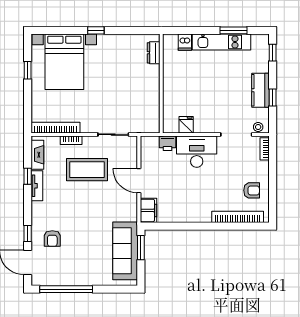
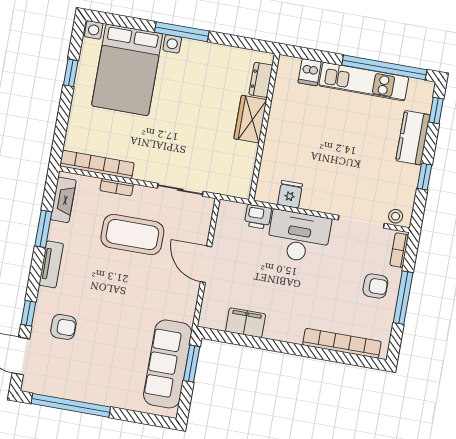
window: (96, 30) -> (182, 32), width x2.17
window: (233, 30) -> (384, 67), width x2.11
wardrobe: (151, 80) -> (250, 119), added
kitchen counter: (260, 90) -> (413, 138), moved
window: (28, 176) -> (43, 229), width x1.50
window: (273, 180) -> (403, 298), added
tv unit: (37, 186) -> (51, 264), moved
armchair: (252, 190) -> (375, 286), moved
filing cabinet: (148, 210) -> (246, 323), moved, turned -90
armchair: (52, 238) -> (63, 327), turned -90

